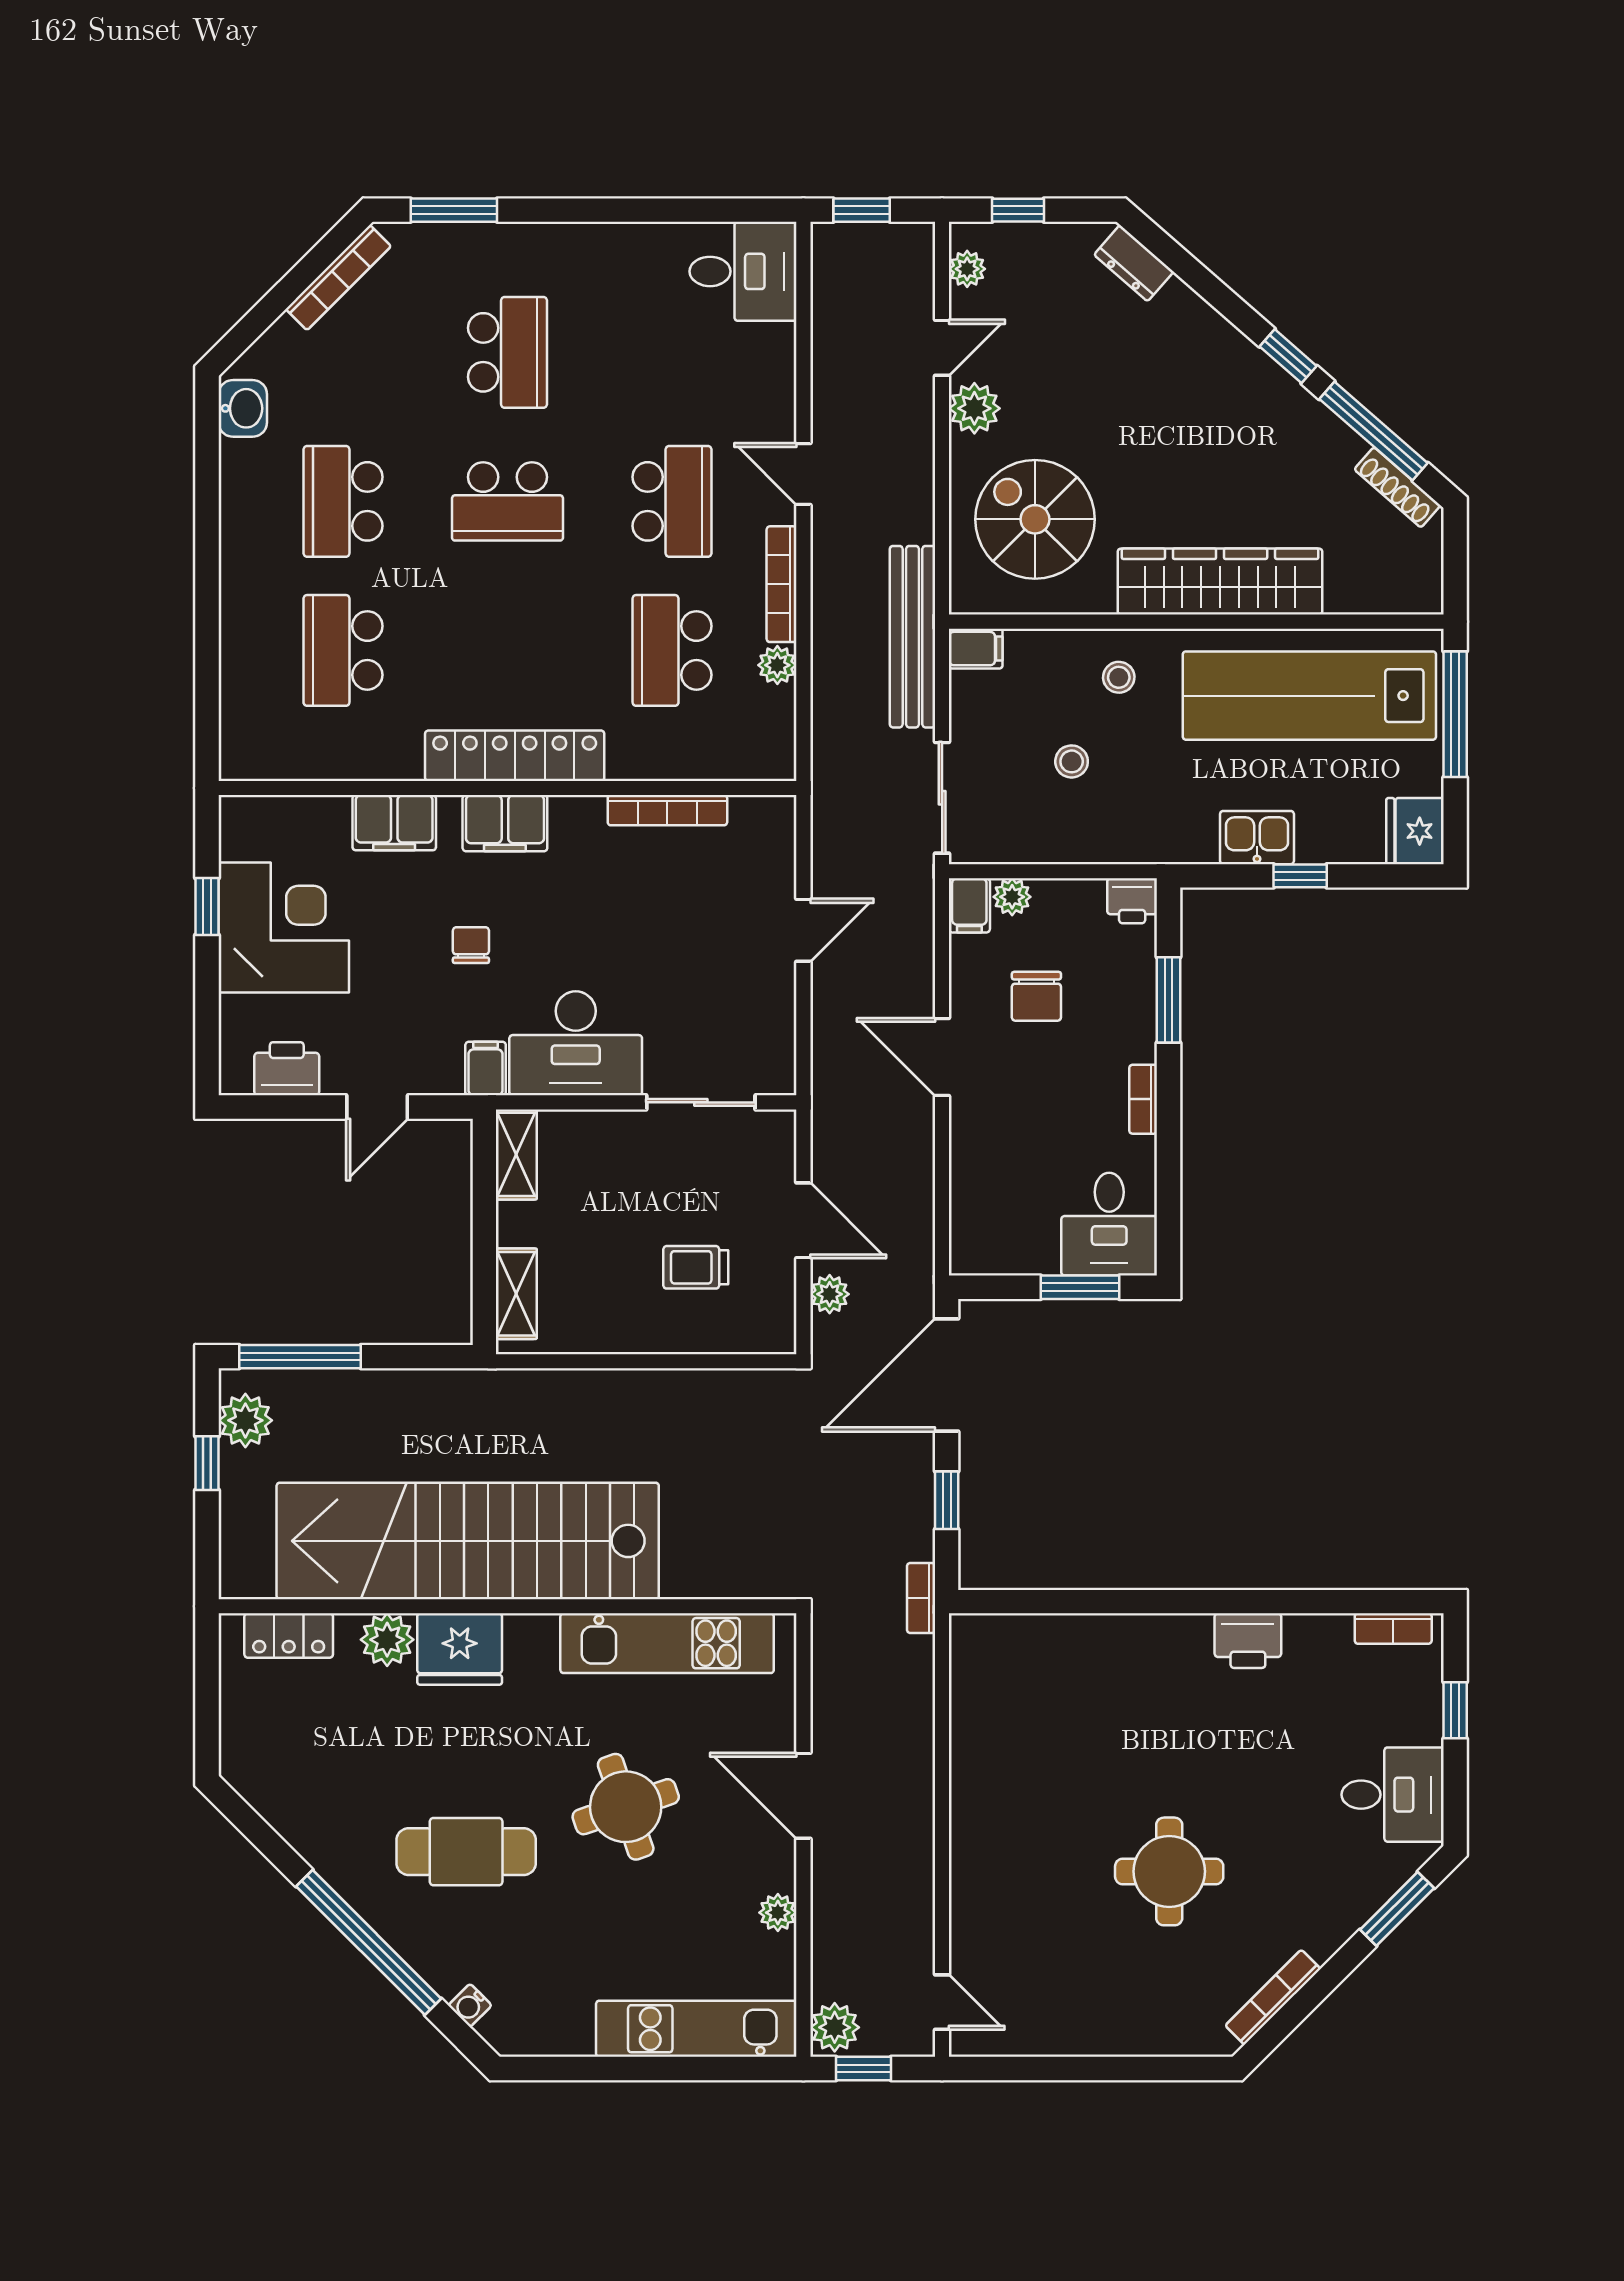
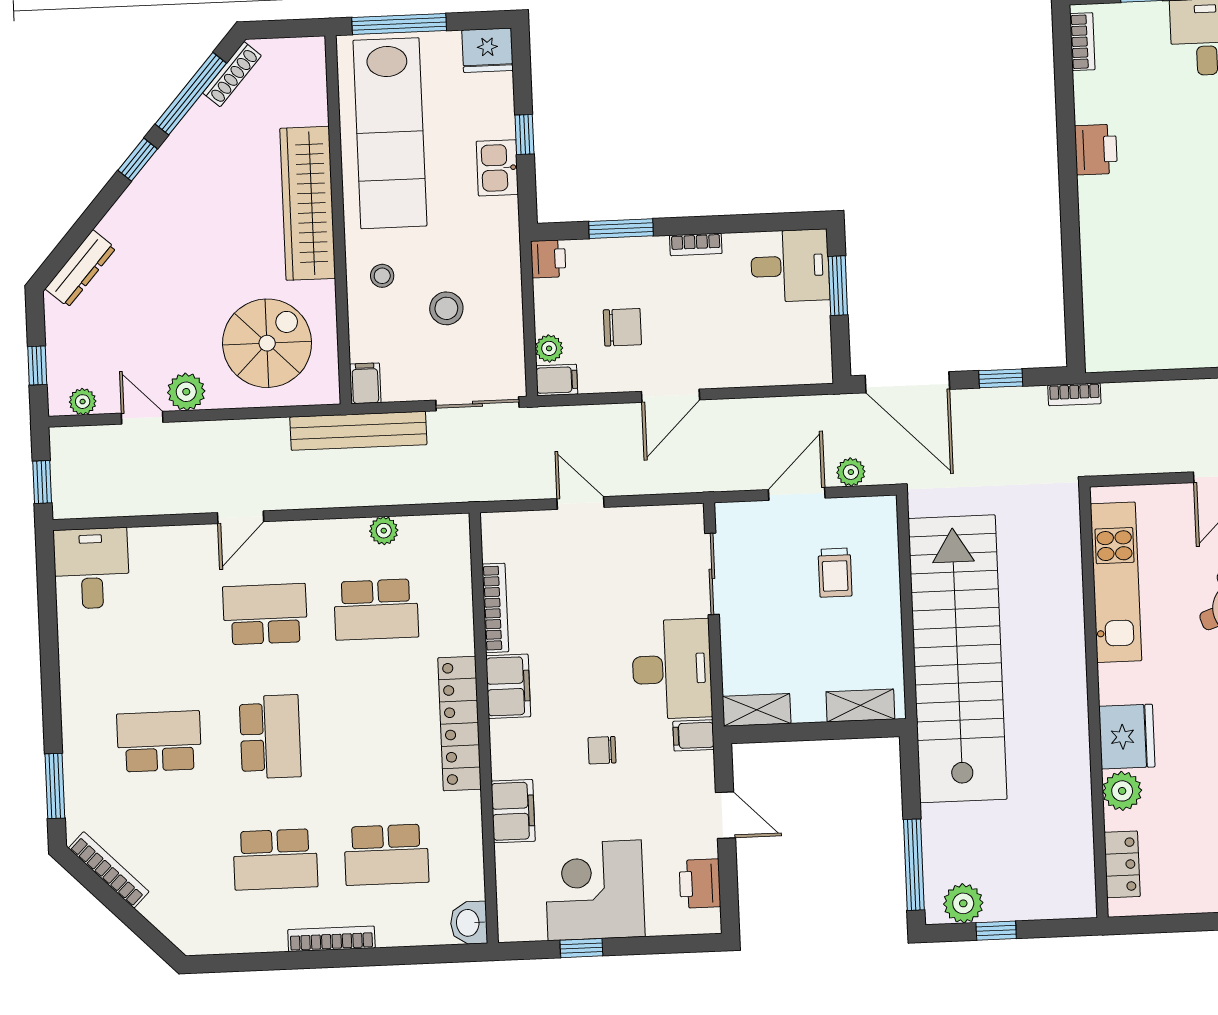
dresser: (1134, 263) -> (80, 268), width x1.44
washbasin: (243, 408) -> (469, 923), moved, turned -90
spiral stairs: (1035, 519) -> (267, 343), turned 180
bookcase: (782, 584) -> (331, 939), moved, turned 180
stool: (1072, 761) -> (446, 308), width x1.37, depth x1.37
filing cabinet: (505, 823) -> (508, 686), moved
stairs: (468, 1541) -> (958, 659), moved, turned 180

